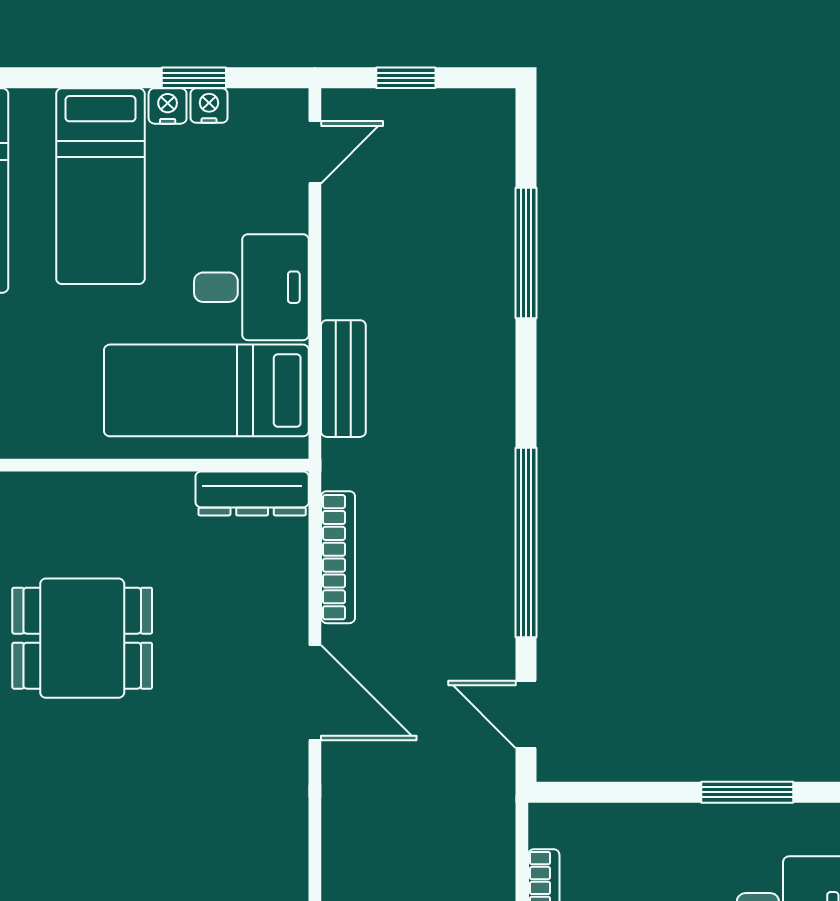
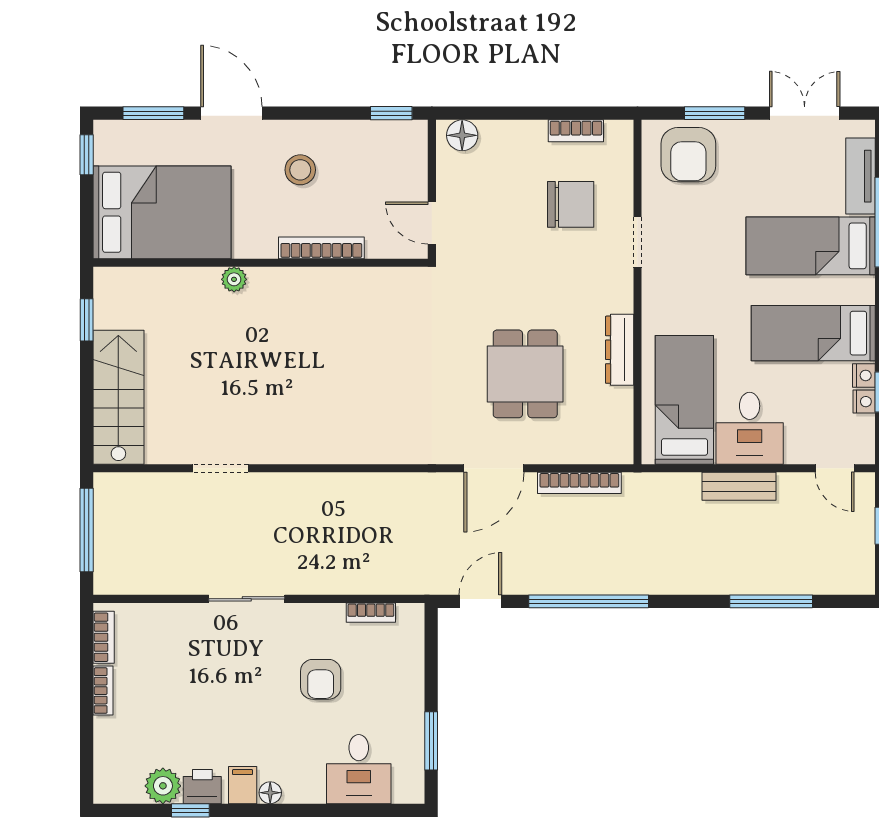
bench: (343, 379) -> (739, 486), moved
dresser: (252, 493) -> (620, 350), moved
dining table: (82, 638) -> (525, 374), moved

